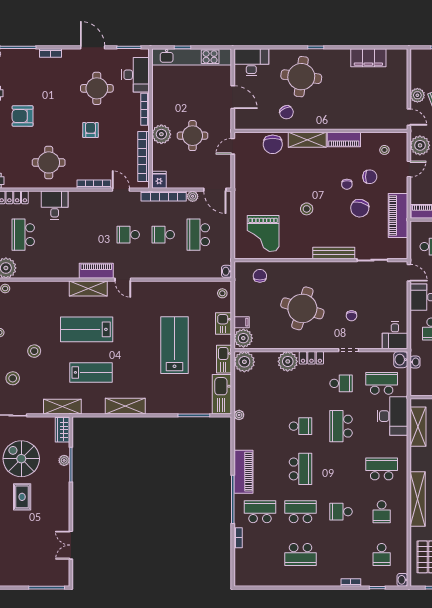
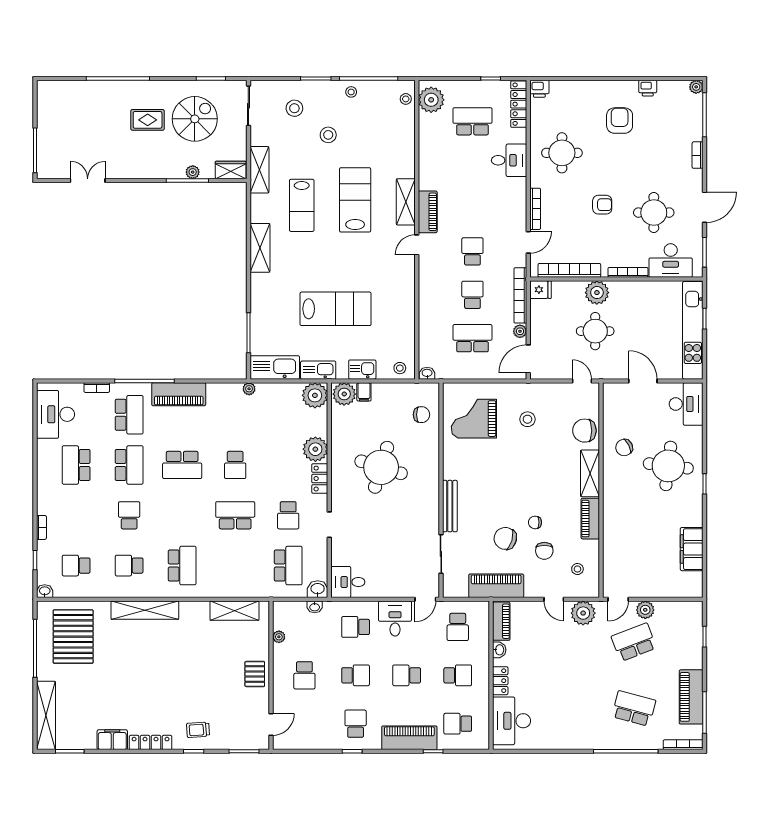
door: (233, 97) -> (643, 381), swing flipped
stool: (307, 209) -> (527, 419), moved
chair: (351, 316) -> (372, 528), removed
desk: (392, 416) -> (55, 414), moved, turned 90

